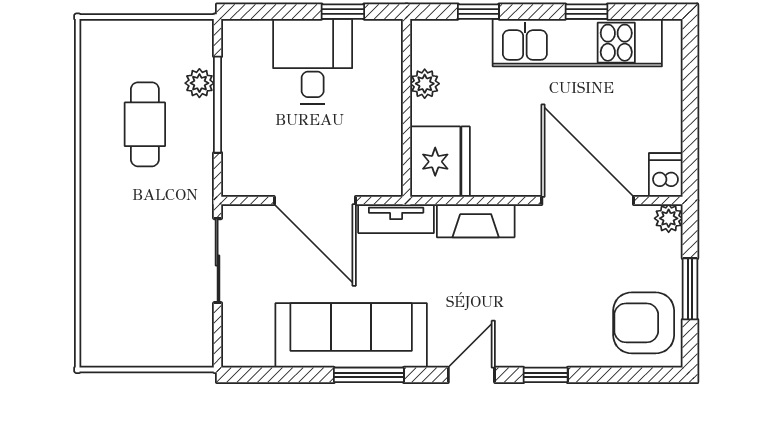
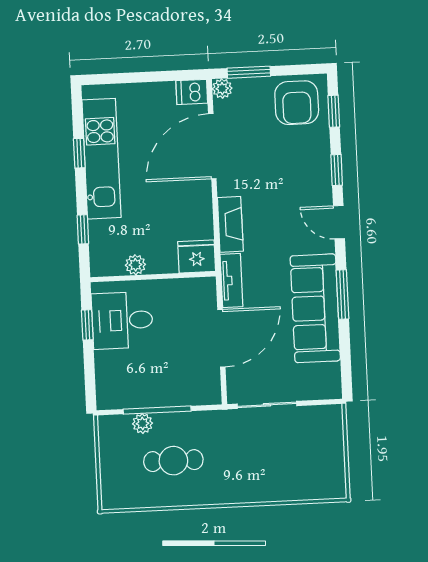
desk: (313, 61) -> (122, 320), moved
fridge: (440, 162) -> (197, 256), width x0.73, depth x0.75
window: (690, 289) -> (249, 72), moved
window: (629, 375) -> (334, 111), added

